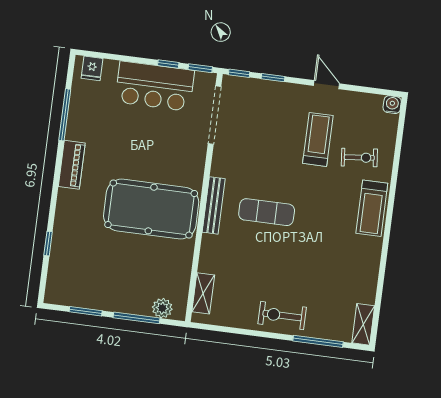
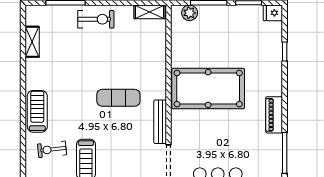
bench: (214, 205) -> (160, 122), moved
shelving: (203, 293) -> (150, 12), moved, turned 90
fridge: (56, 294) -> (273, 13), added
shelving: (363, 324) -> (32, 42), moved

